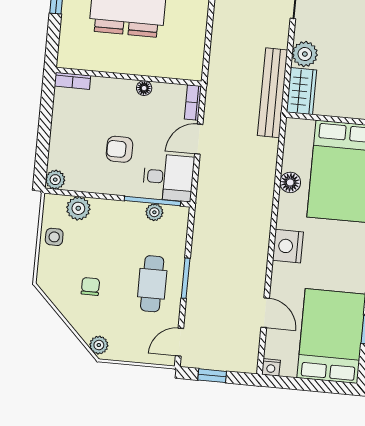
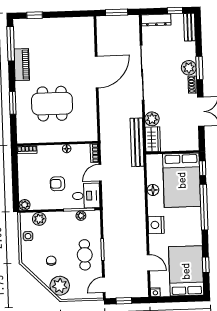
plant: (99, 345) -> (60, 286), width x1.88, depth x1.88

